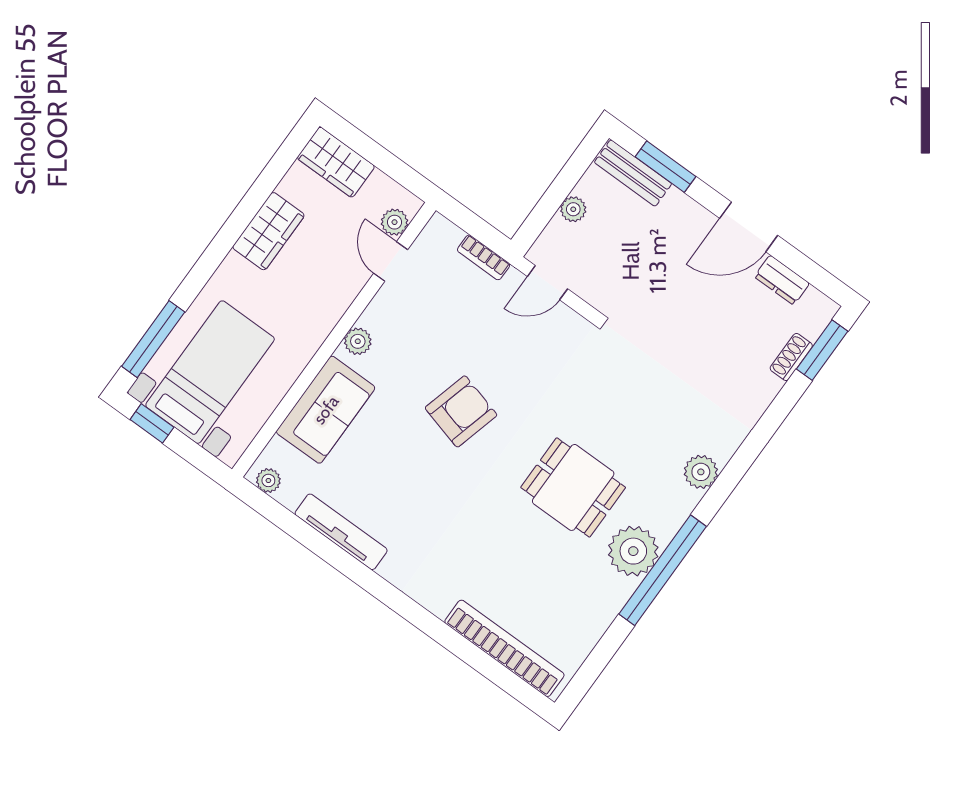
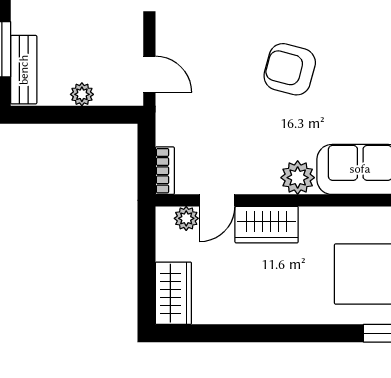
wardrobe: (268, 231) -> (267, 225), moved, turned 180
bookcase: (484, 257) -> (165, 171), moved
plant: (358, 341) -> (298, 178), width x1.38, depth x1.38

